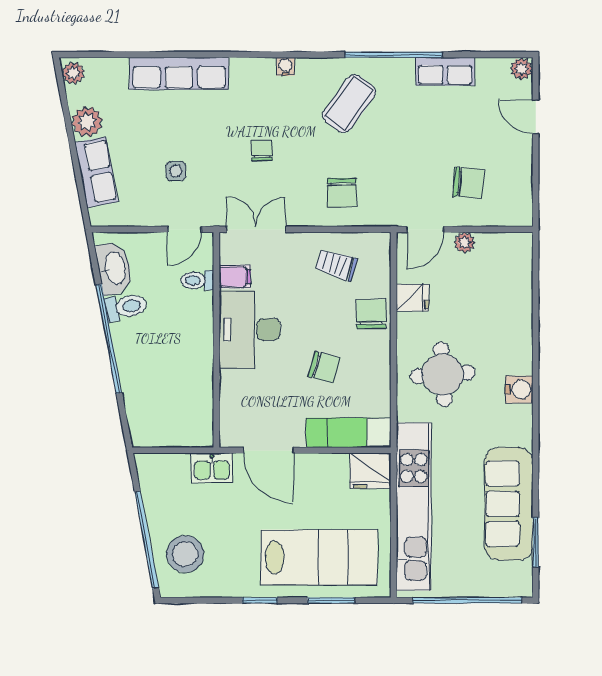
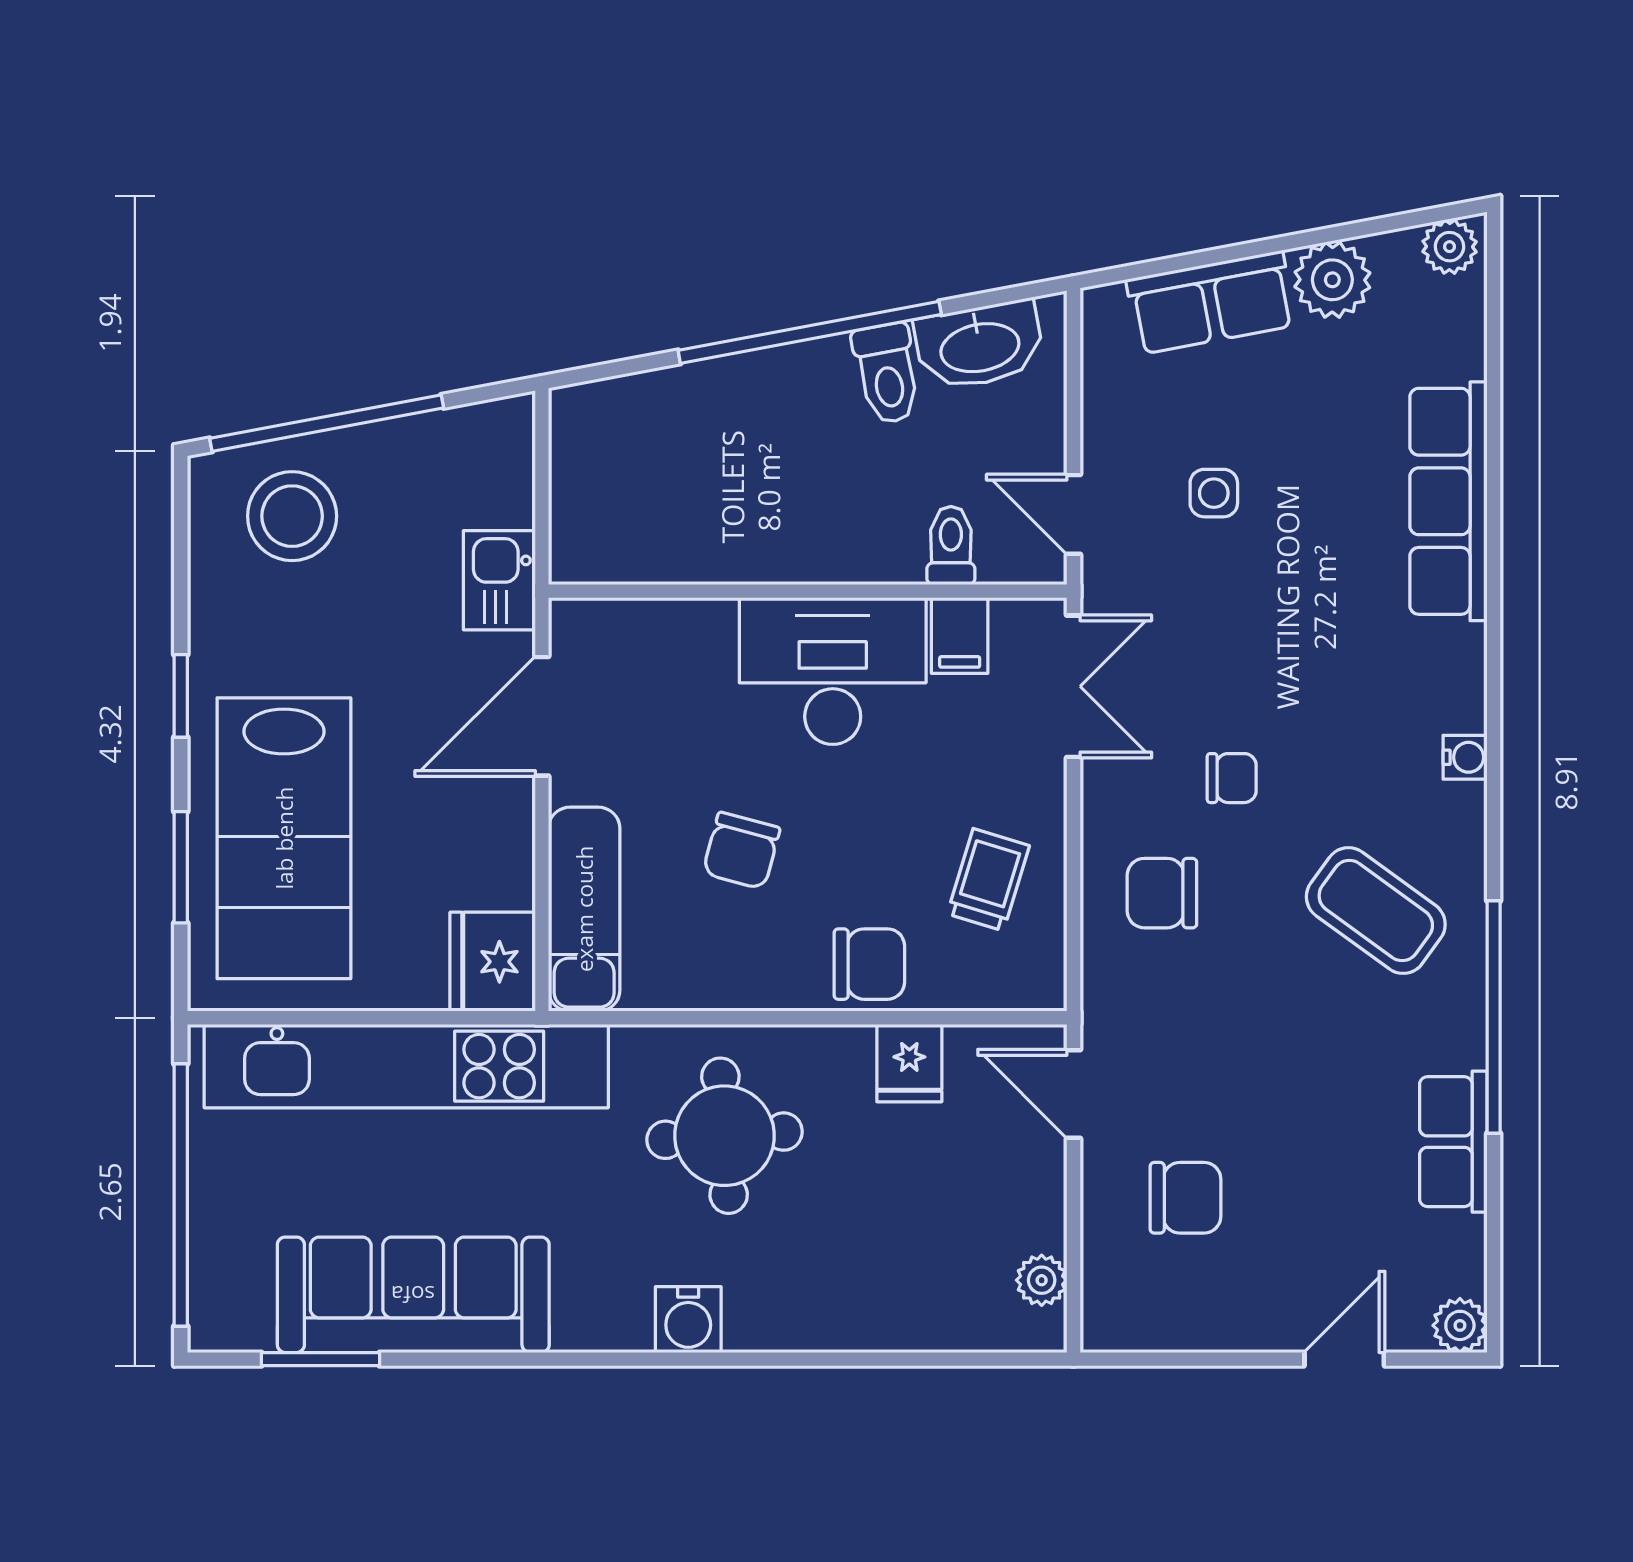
chair: (262, 151) -> (1232, 778), moved
chair: (468, 183) -> (1186, 1198), turned -94
plant: (465, 243) -> (1042, 1280), moved

